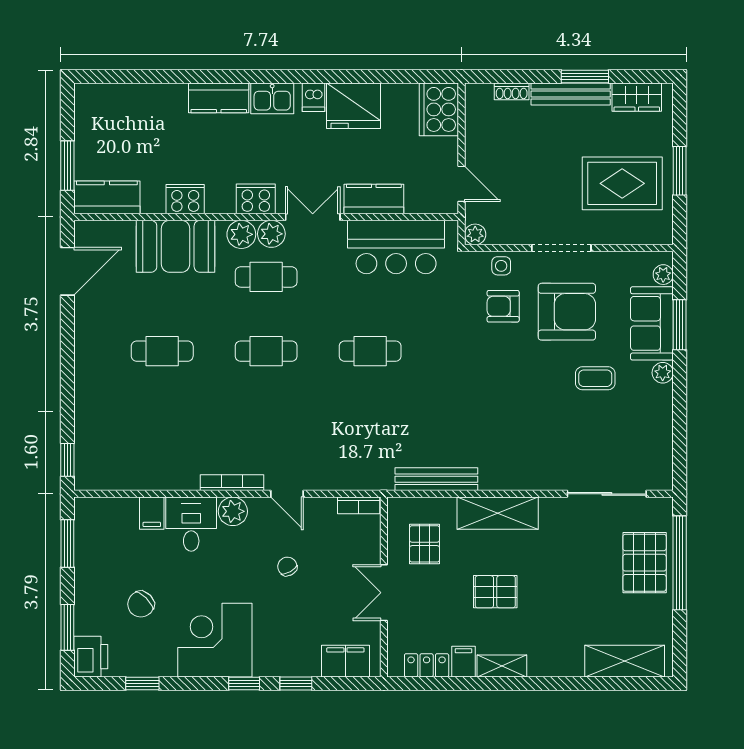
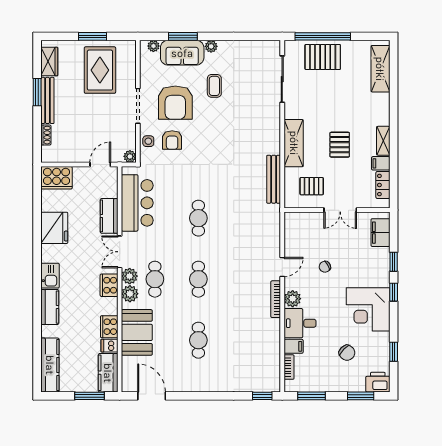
dishwasher: (314, 97) -> (109, 346), moved, turned 180
kitchen counter: (120, 98) -> (50, 365), added
armchair: (567, 312) -> (175, 103), turned 180
bookcase: (359, 505) -> (289, 367), moved

